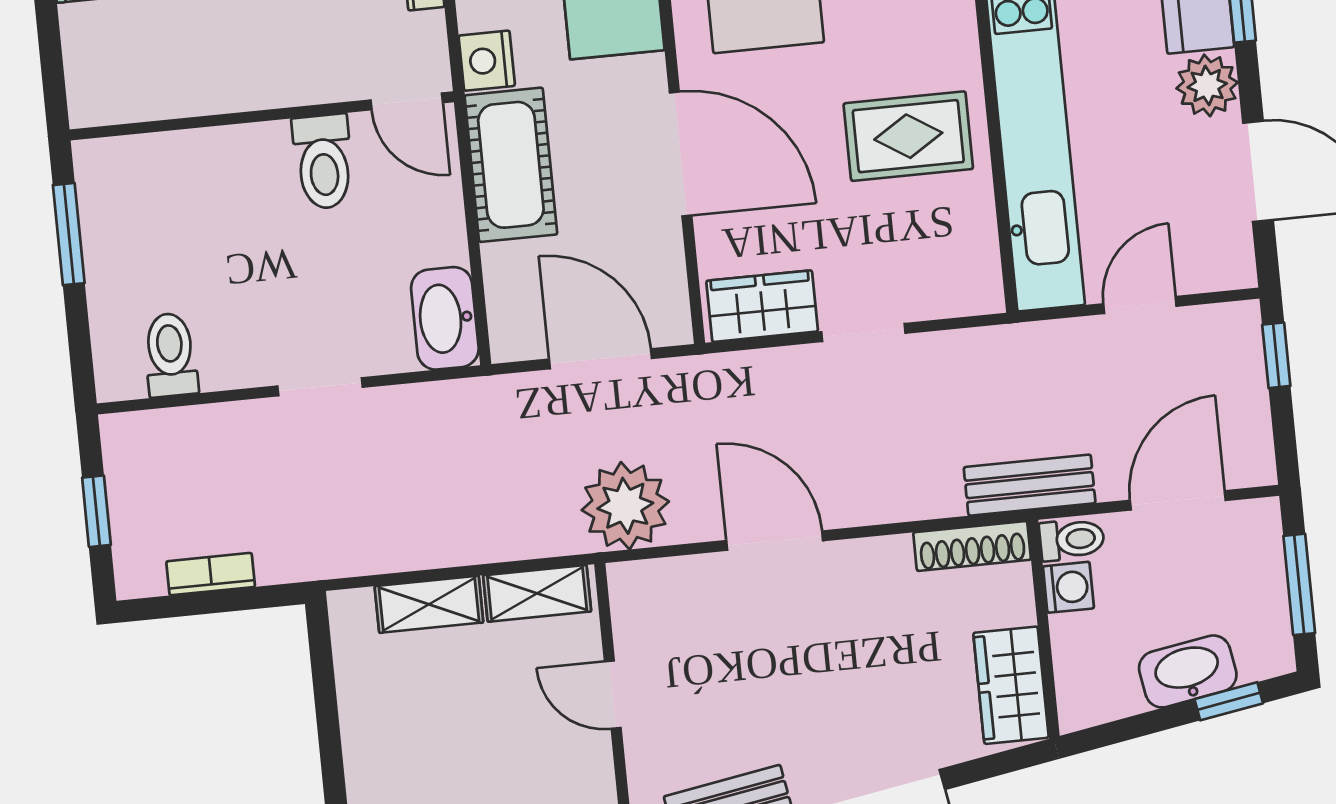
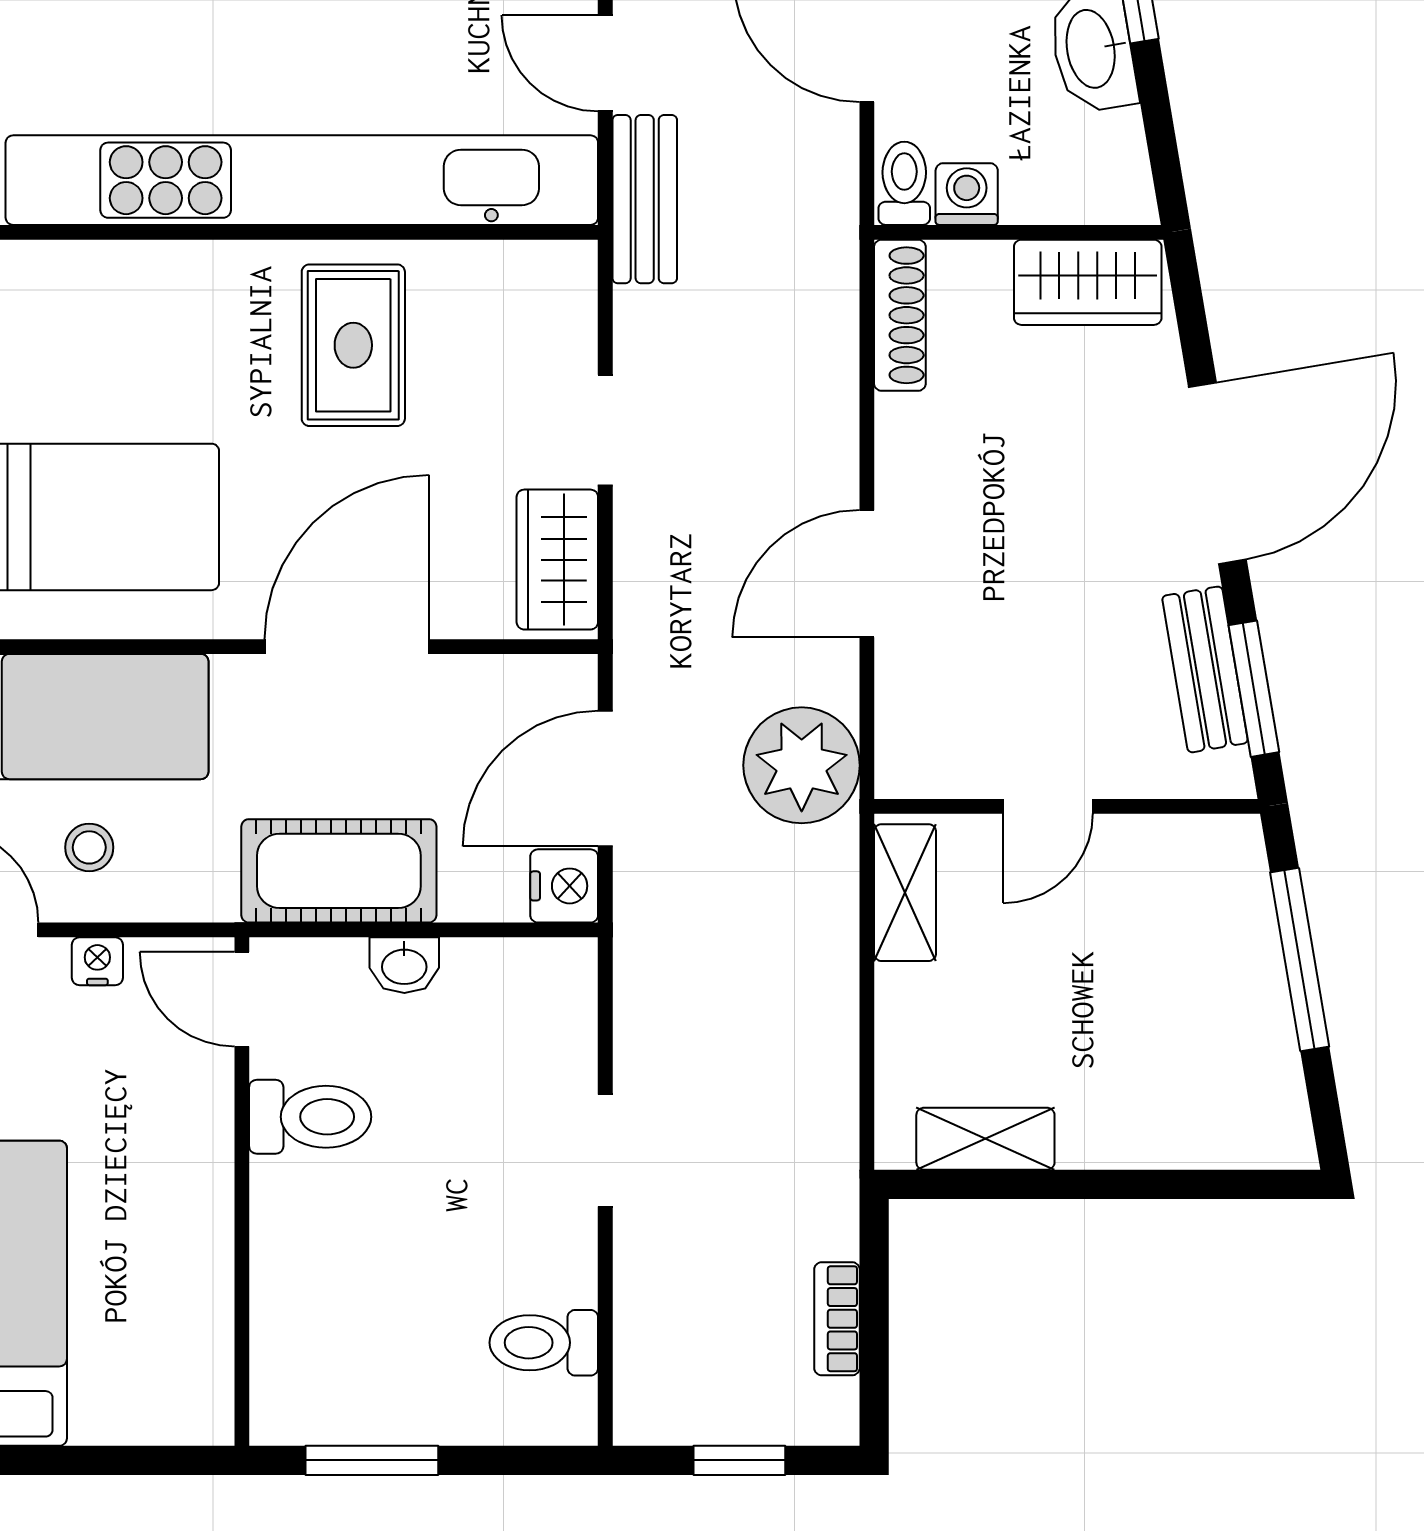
nightstand: (487, 61) -> (564, 886), moved, turned -90
door: (407, 101) -> (242, 999), swing flipped
washbasin: (445, 318) -> (404, 965), moved, width x0.52, depth x0.69
bench: (1030, 485) -> (645, 199), moved
shelving: (429, 604) -> (985, 1139), moved, turned 90

